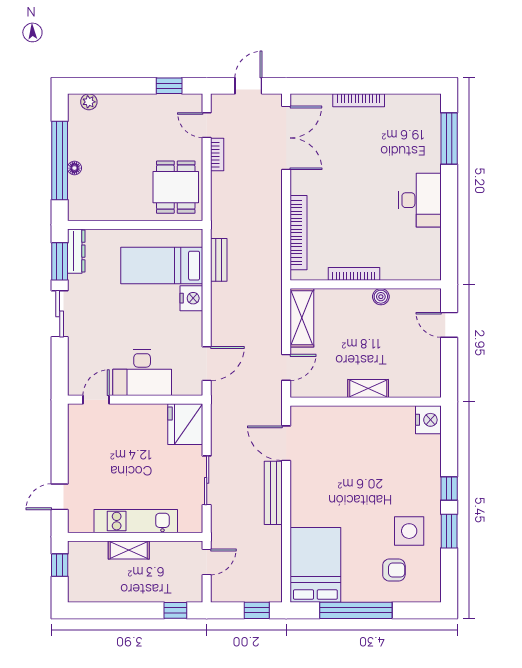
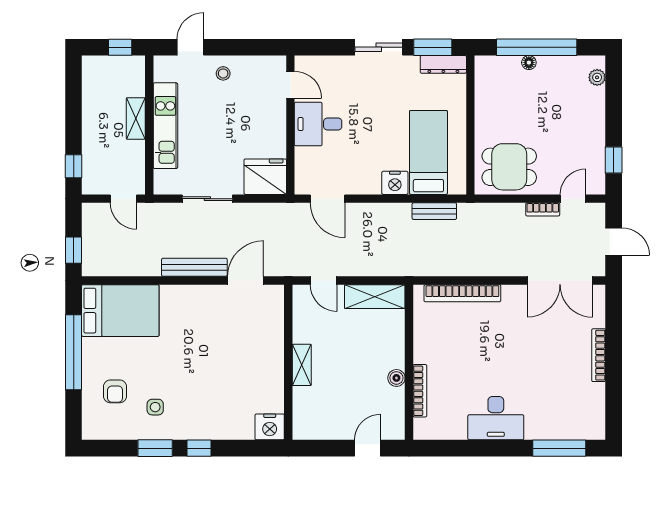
bookcase: (354, 274) -> (420, 391), moved
desk: (142, 373) -> (318, 124), width x0.73
stool: (85, 465) -> (223, 73), added
door: (60, 497) -> (190, 47), hinge flipped
side table: (409, 531) -> (155, 407), width x0.54, depth x0.54

